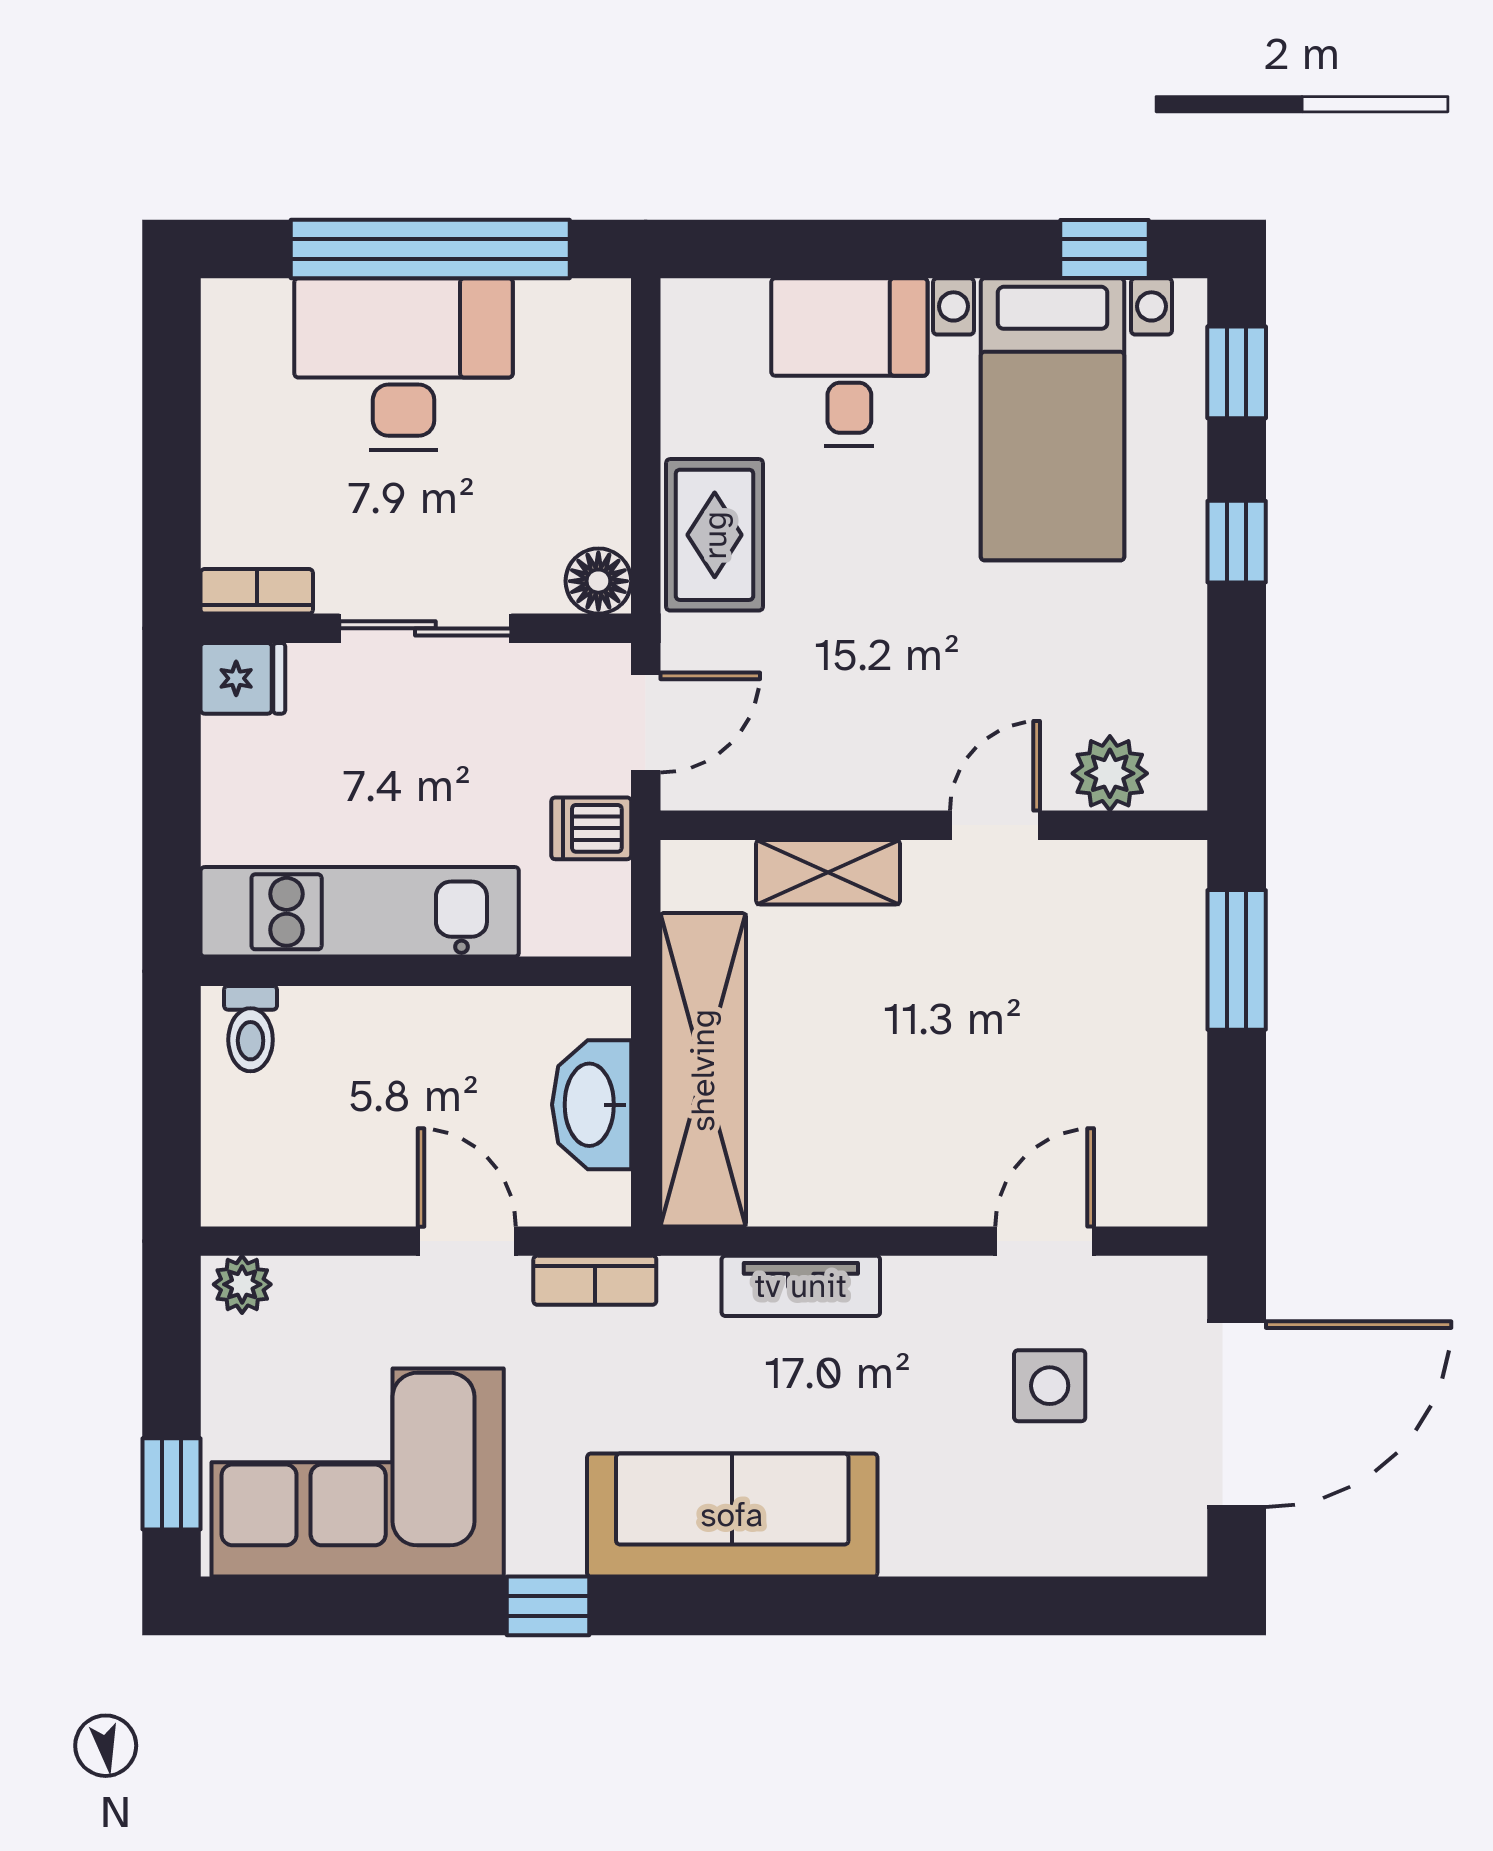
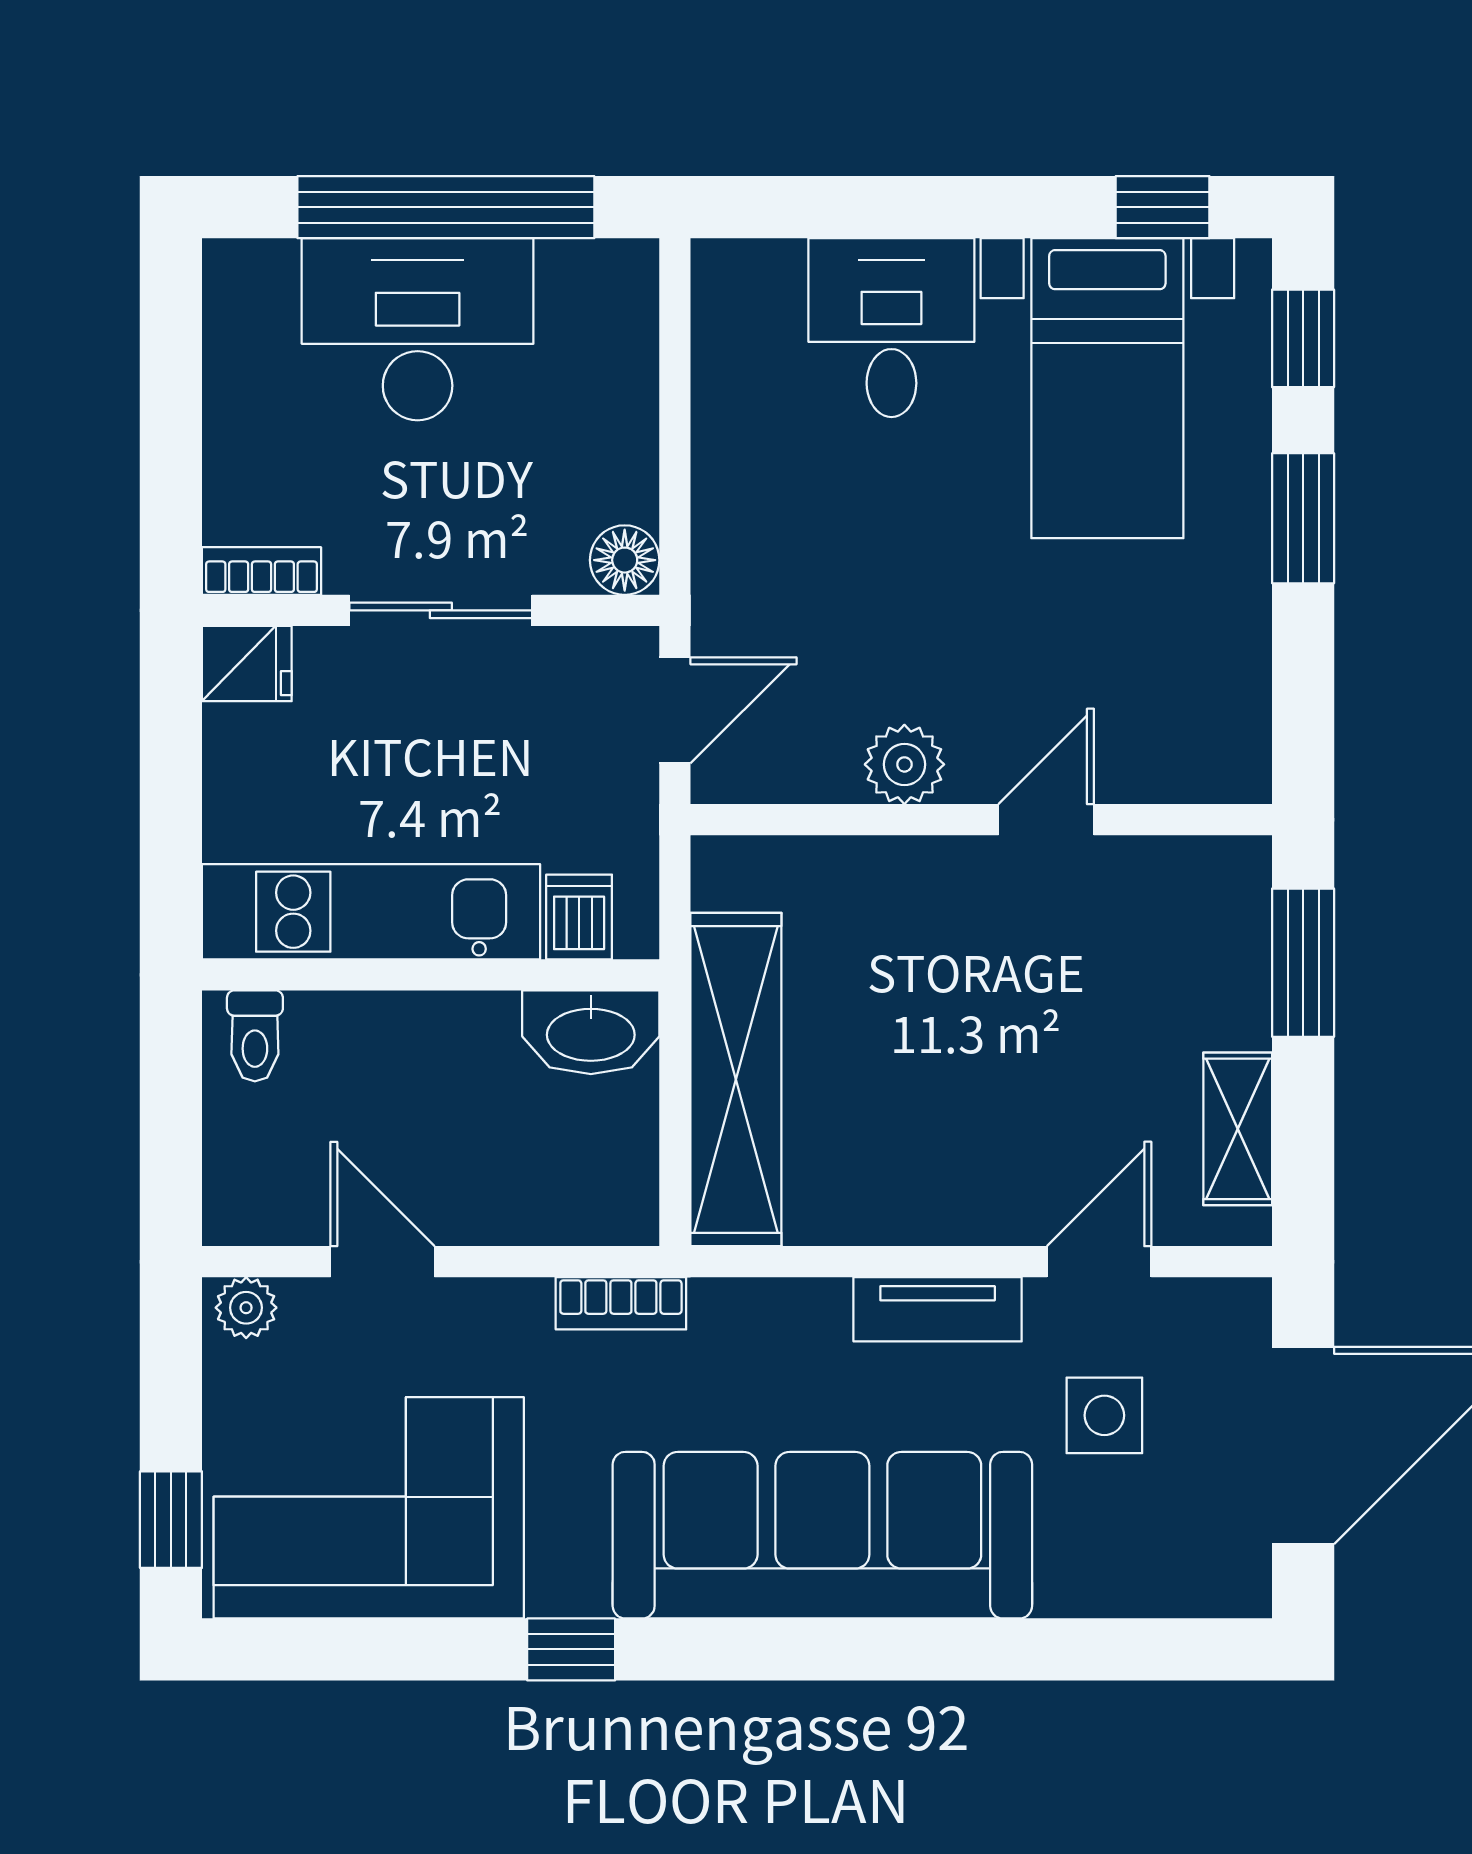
rug: (715, 535) -> (748, 511), removed
window: (1237, 542) -> (1303, 518), width x1.50
plant: (1110, 773) -> (904, 764), moved
dishwasher: (591, 828) -> (579, 917), moved, turned 90
shelving: (828, 872) -> (1238, 1129), moved, turned 90
washbasin: (592, 1105) -> (591, 1032), moved, turned -90
door: (467, 1241) -> (383, 1262), moved
tv unit: (801, 1286) -> (938, 1309), moved
sofa: (732, 1515) -> (822, 1535), width x1.36, depth x1.27

